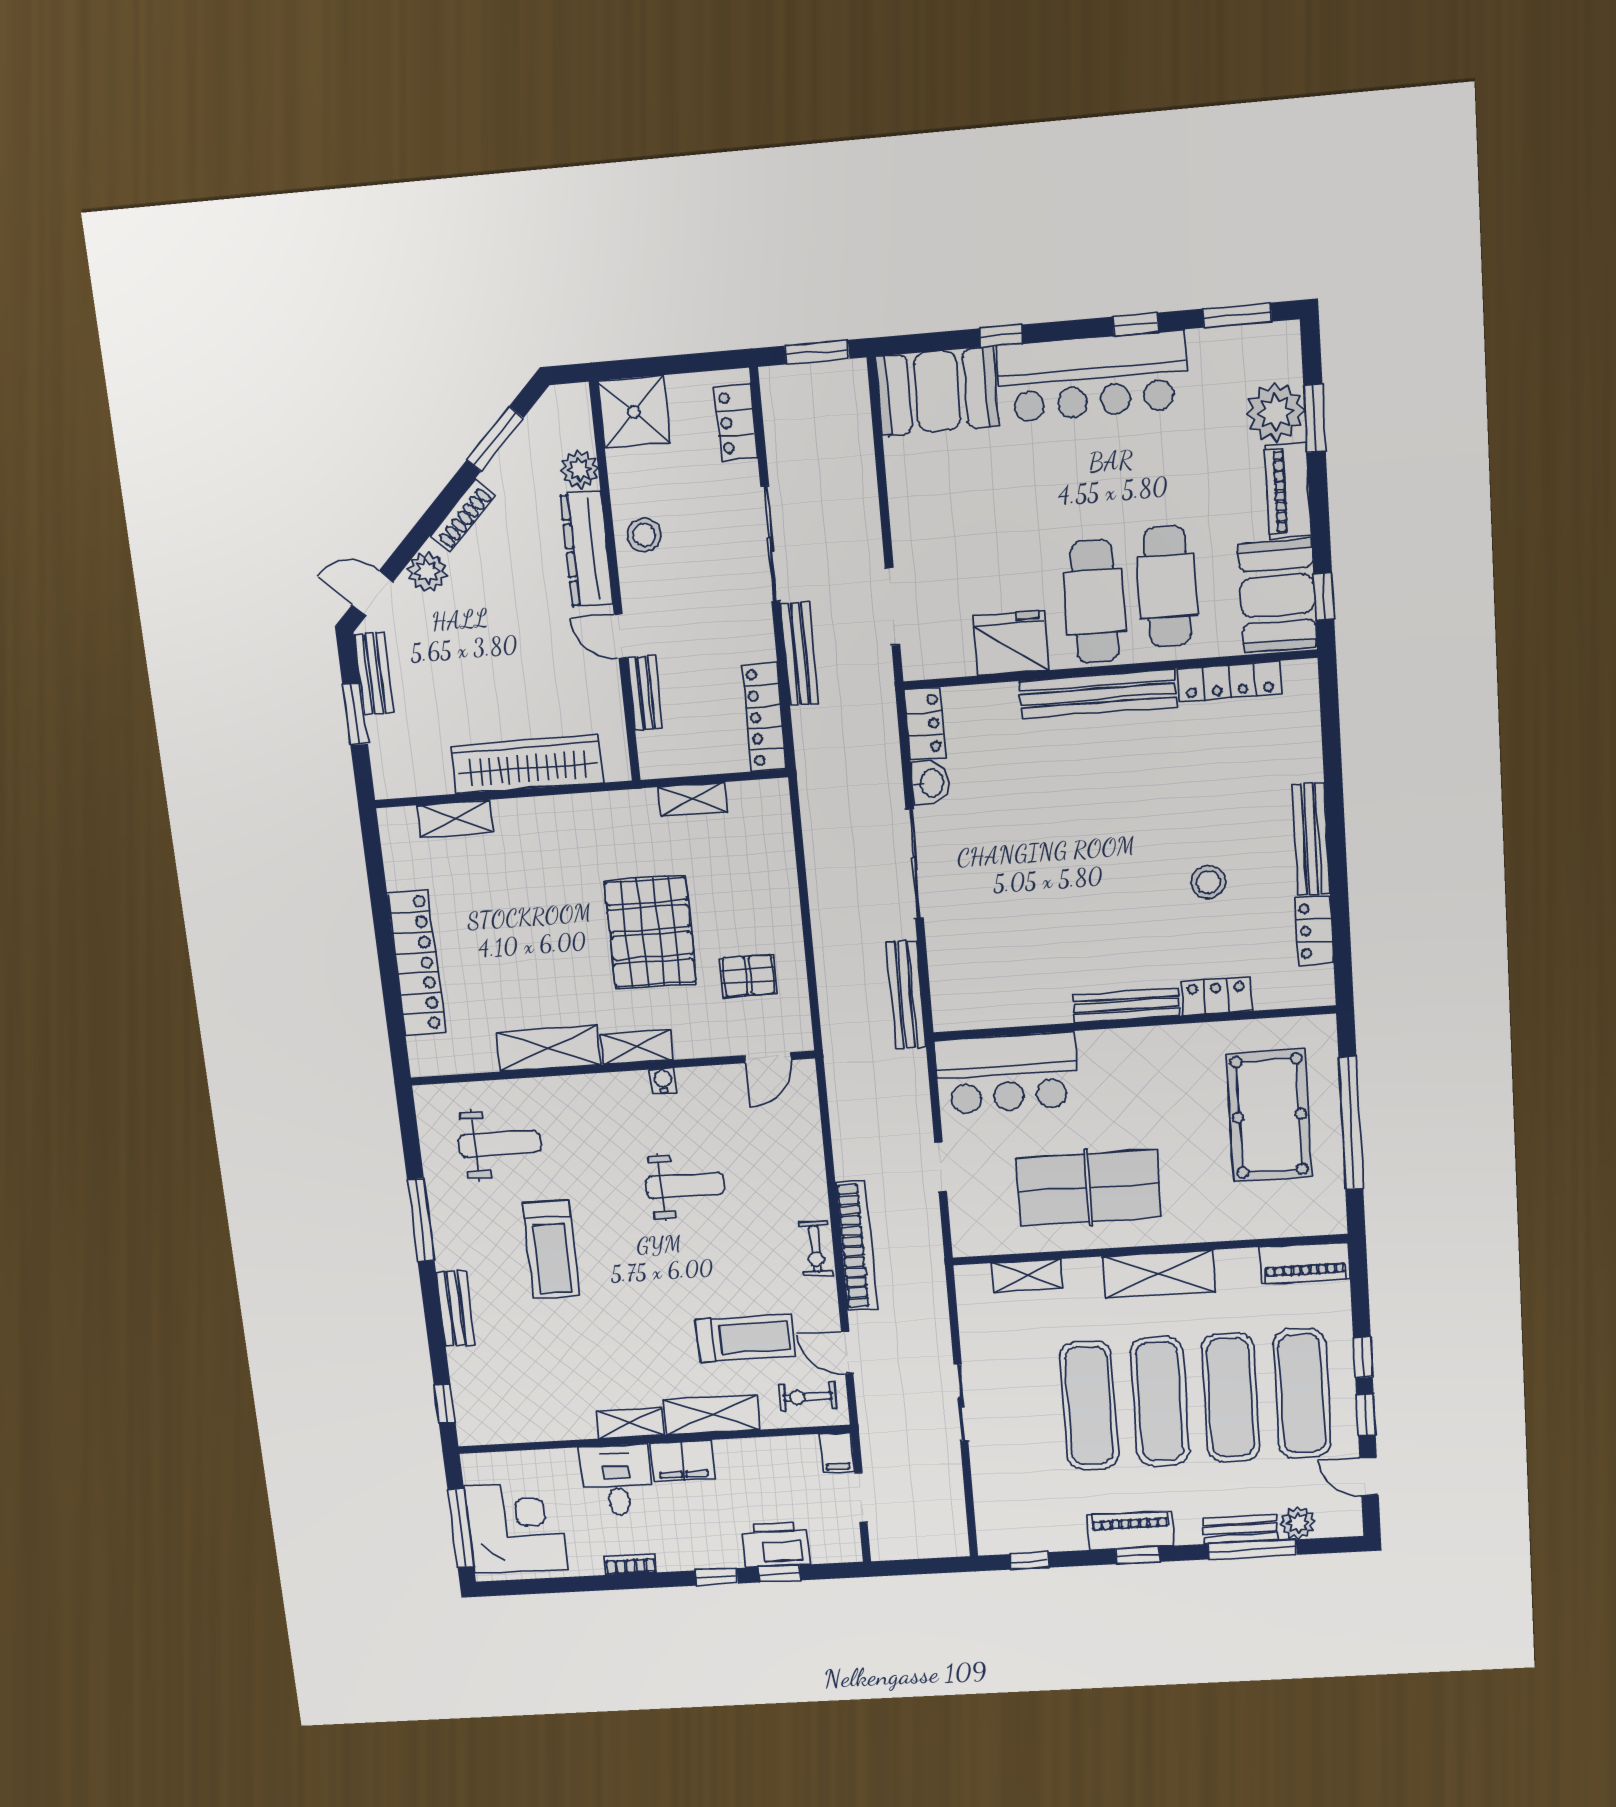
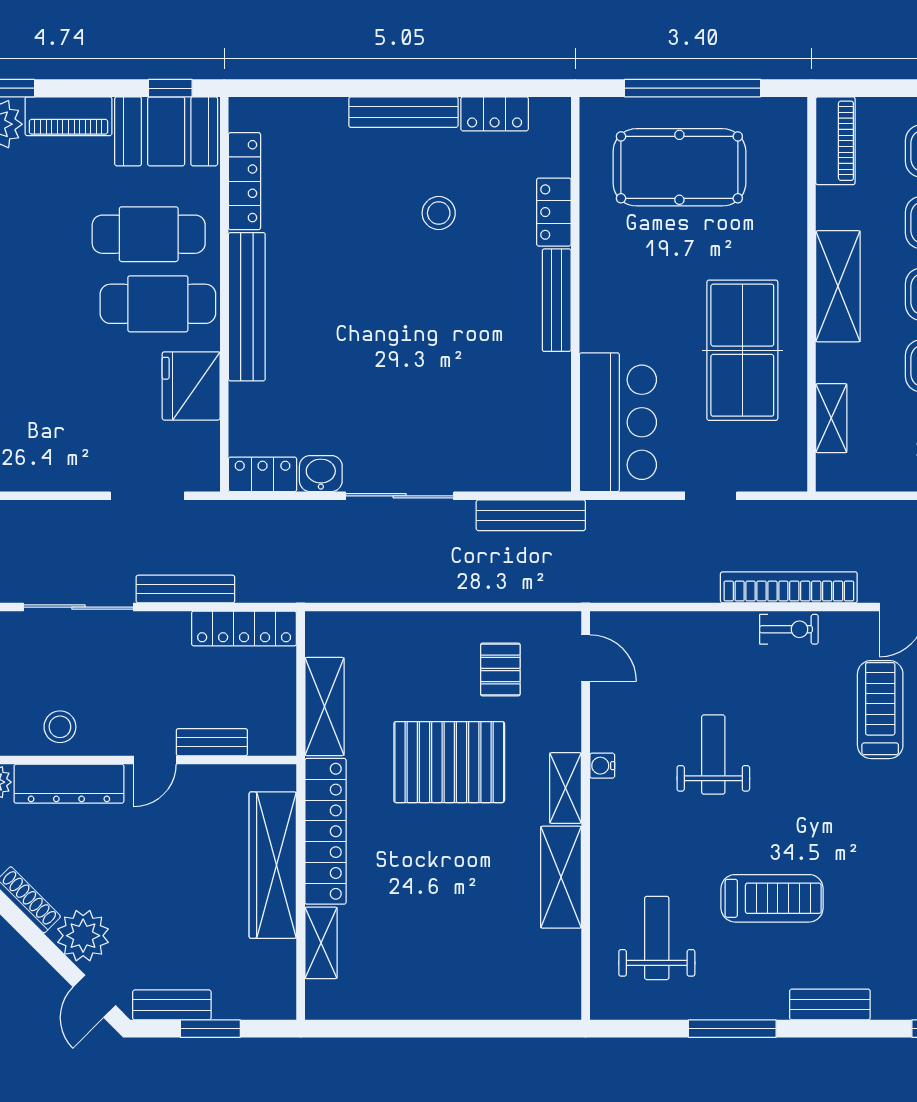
plant: (427, 572) -> (83, 936), width x1.36, depth x1.36
shelving: (693, 799) -> (324, 706), width x1.50, depth x1.33
locker: (417, 963) -> (325, 831), moved, turned 90

